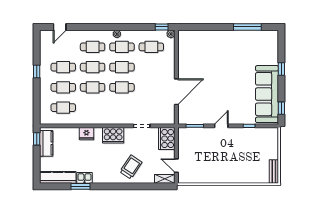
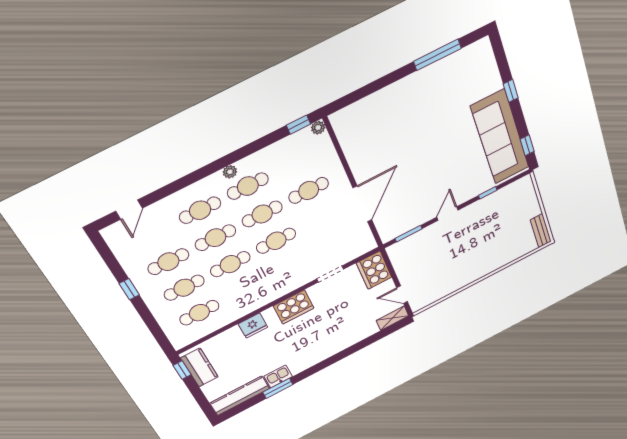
cafe table: (151, 47) -> (309, 190), moved
trolley: (131, 167) -> (338, 330), removed

